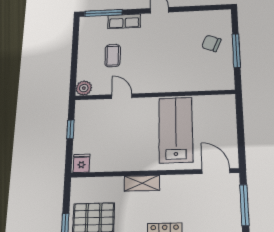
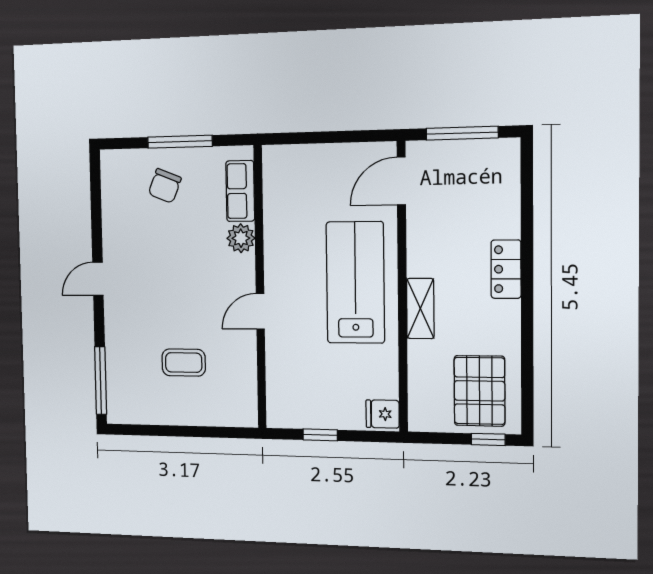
row of seats: (124, 21) -> (240, 191), moved, turned 180
plant: (84, 88) -> (241, 238), moved
door: (122, 96) -> (260, 311), moved
lab bench: (176, 130) -> (355, 282), moved, turned 90

